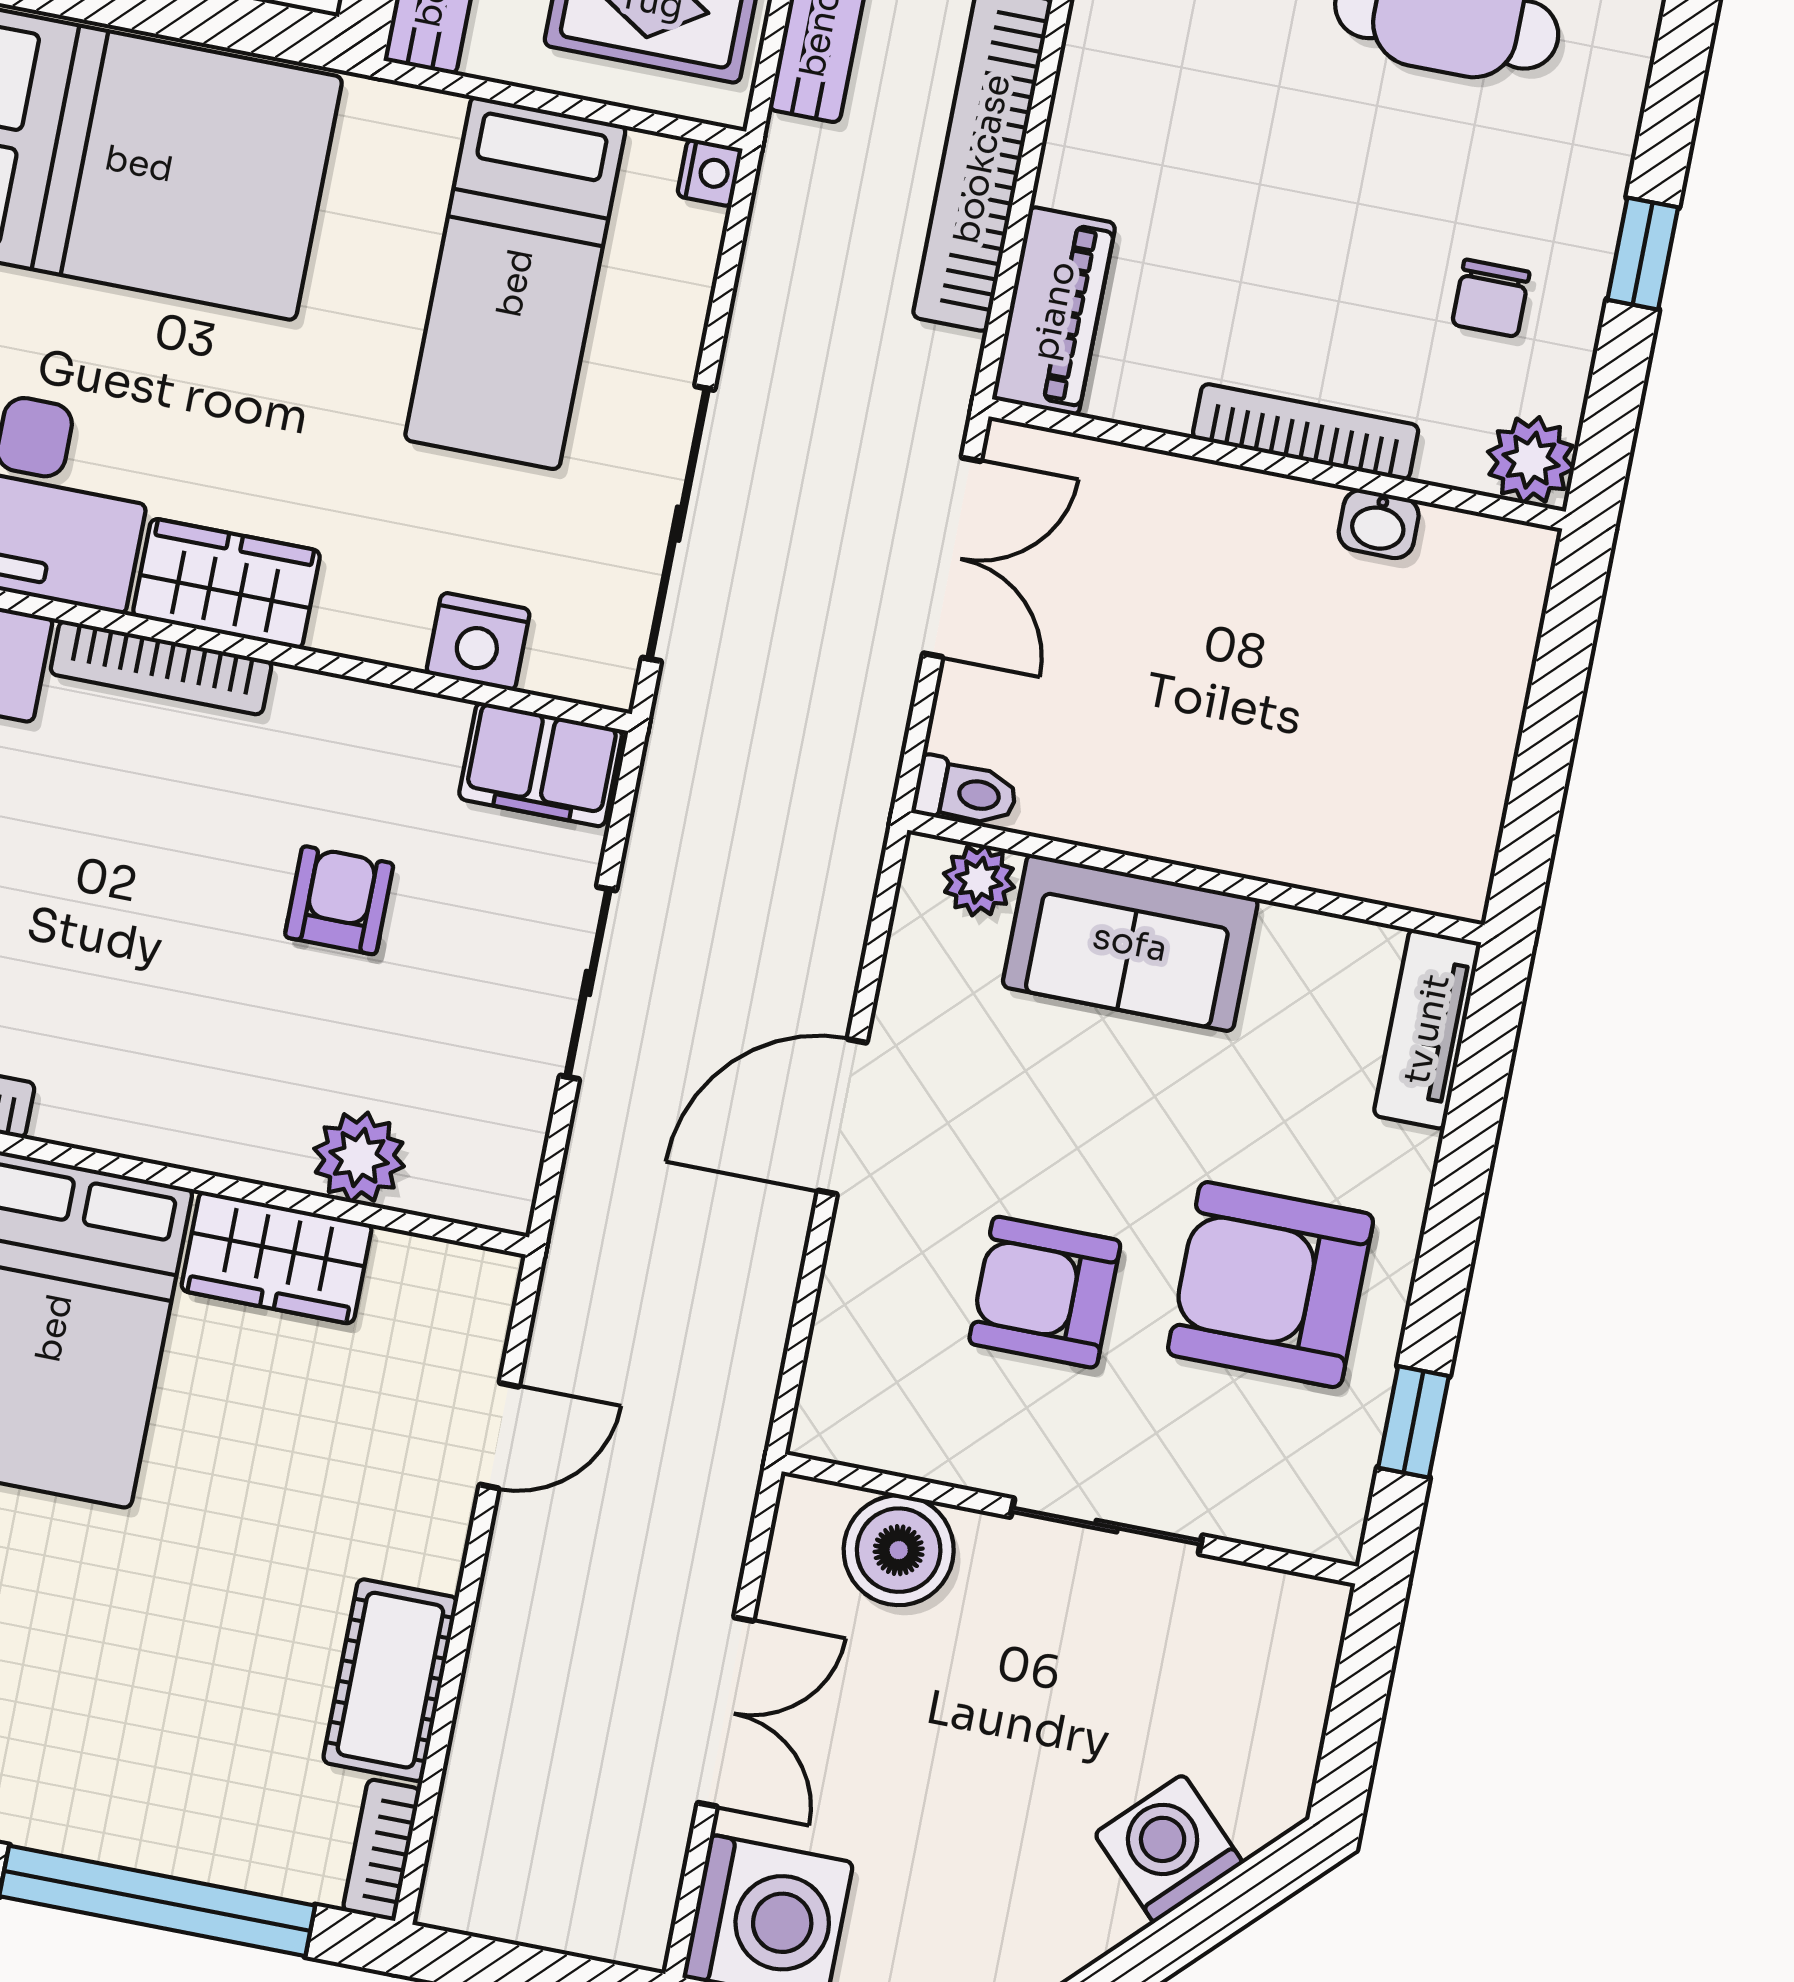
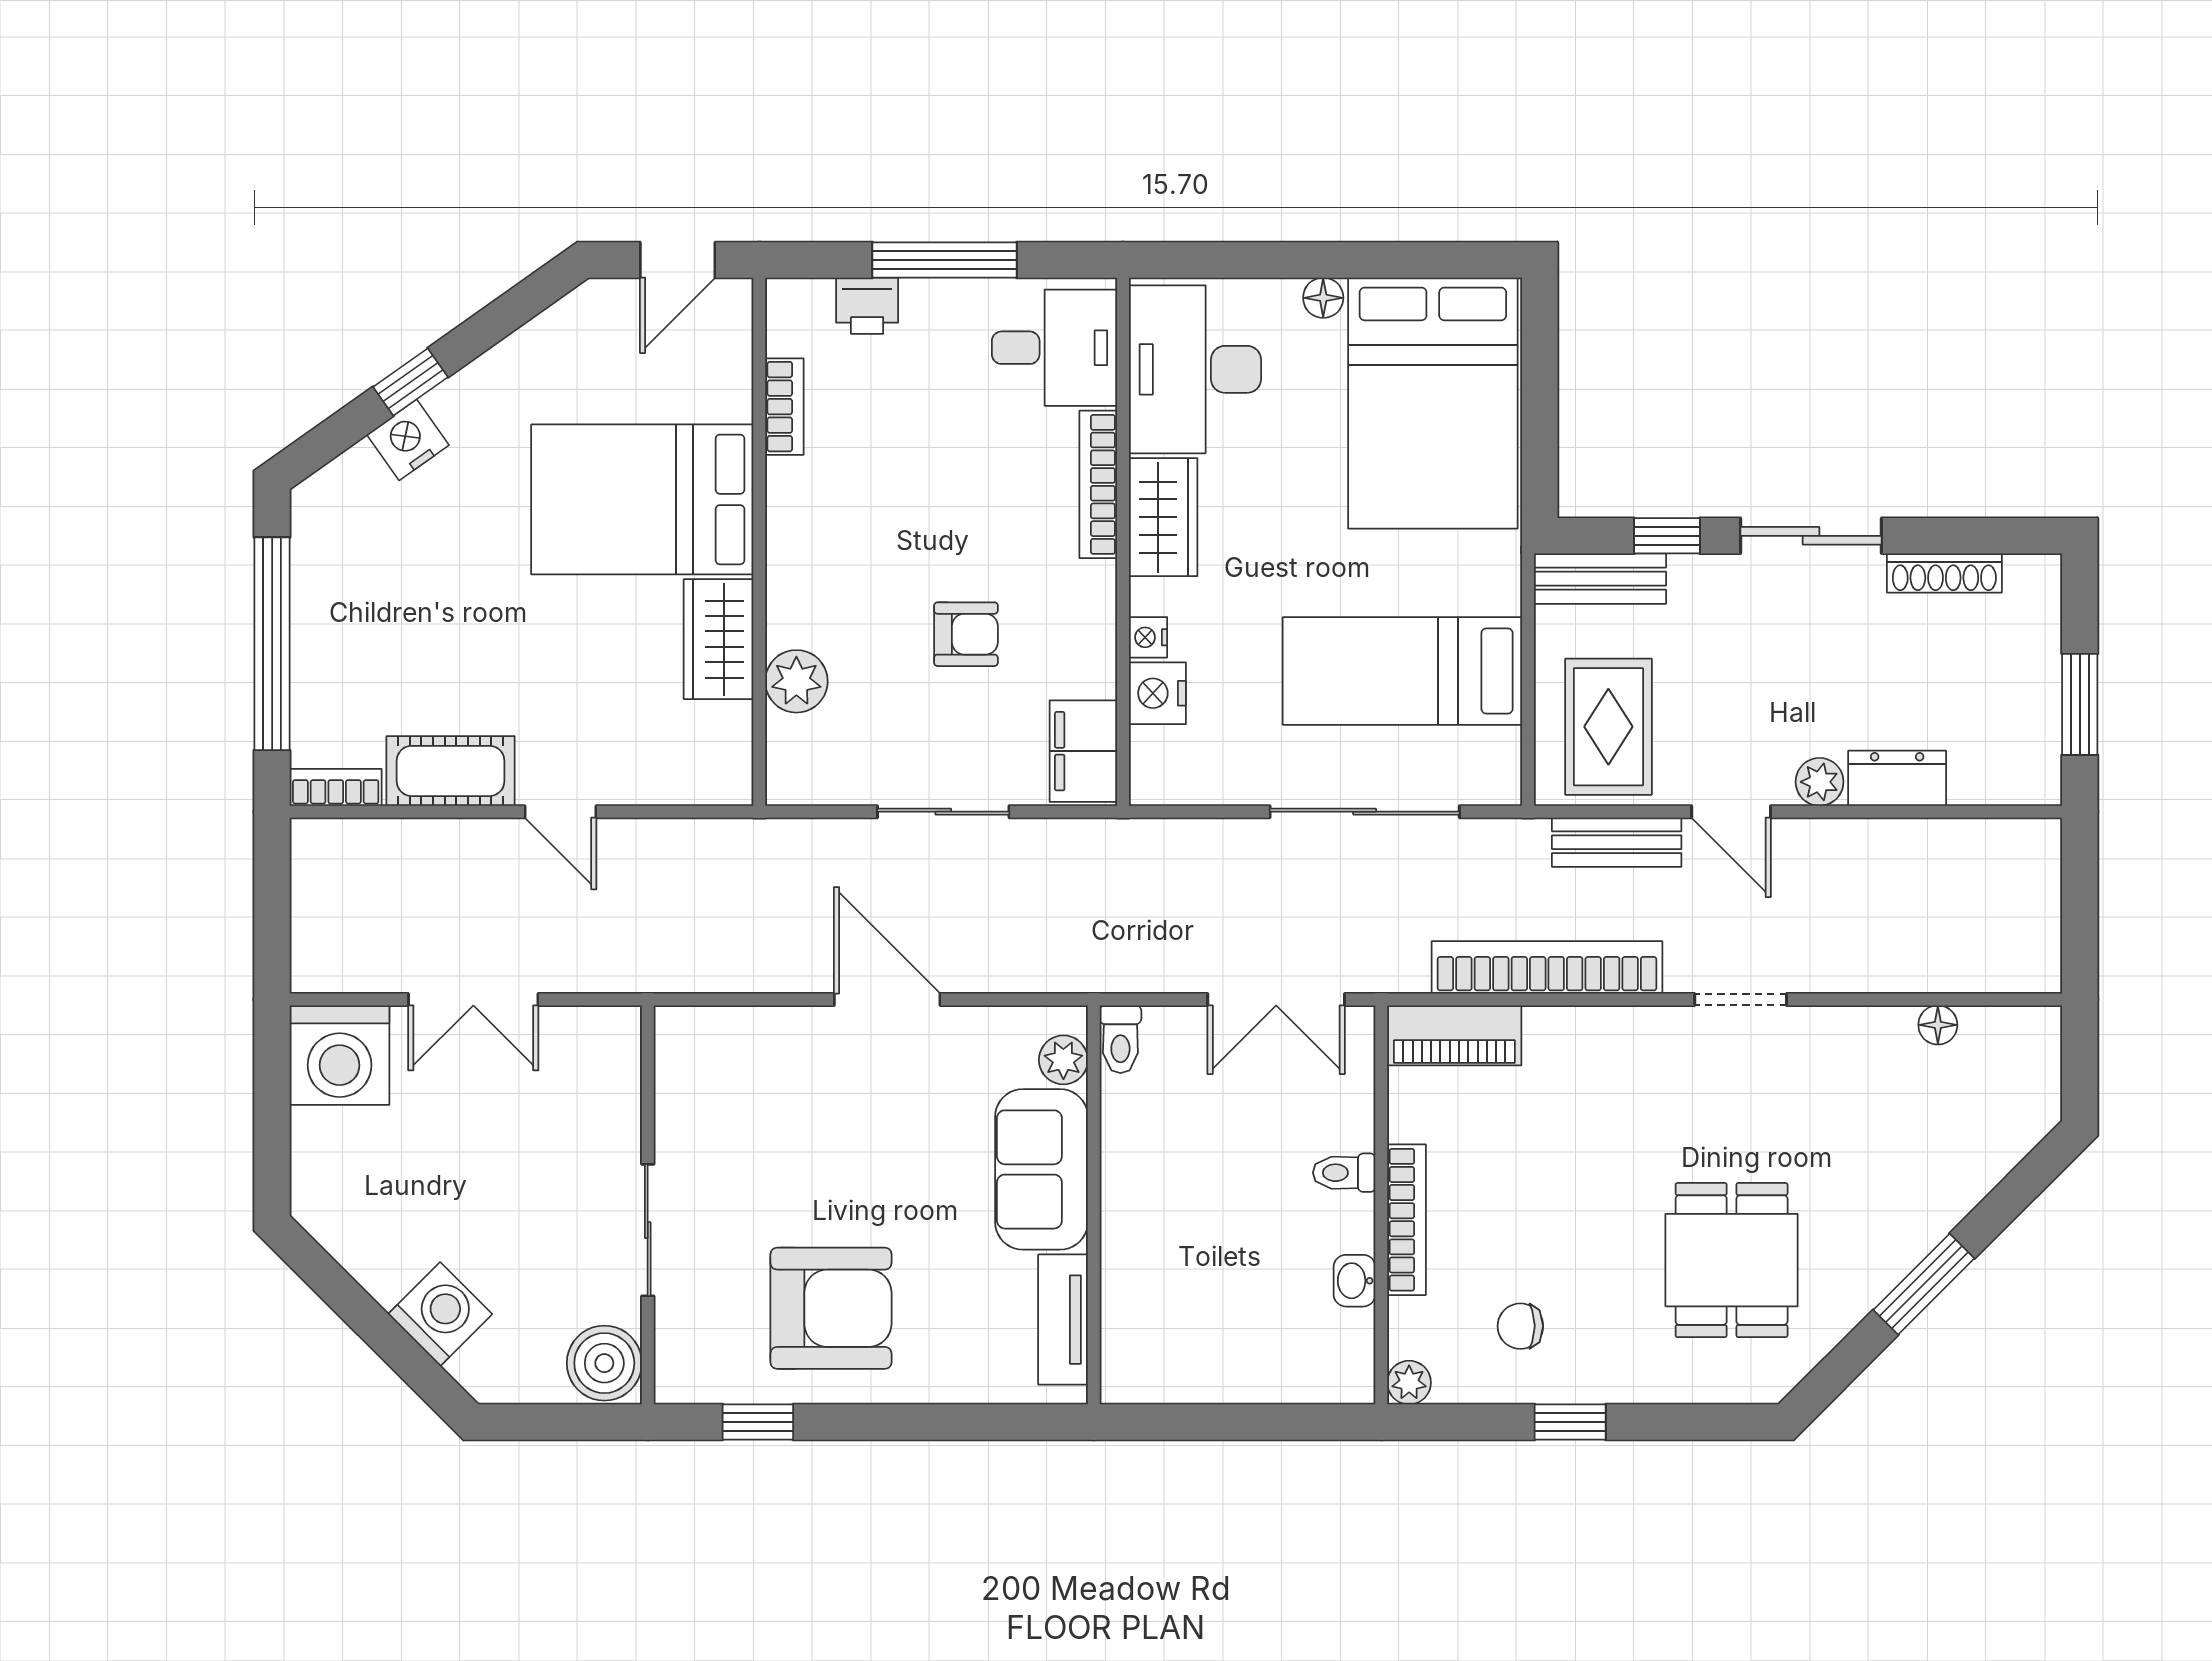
nightstand: (710, 172) -> (1148, 637), moved, turned 90
plant: (1531, 460) -> (1409, 1383), width x0.73, depth x0.73
toilet: (1220, 508) -> (1344, 1173), added
sliding door: (678, 524) -> (1365, 812), moved
tv unit: (1427, 1029) -> (1063, 1320), moved, turned -90
armchair: (1271, 1285) -> (831, 1308), turned 90
armchair: (1045, 1292) -> (796, 1158), removed
door: (499, 1436) -> (561, 812), moved
boiler: (899, 1550) -> (604, 1363), moved

